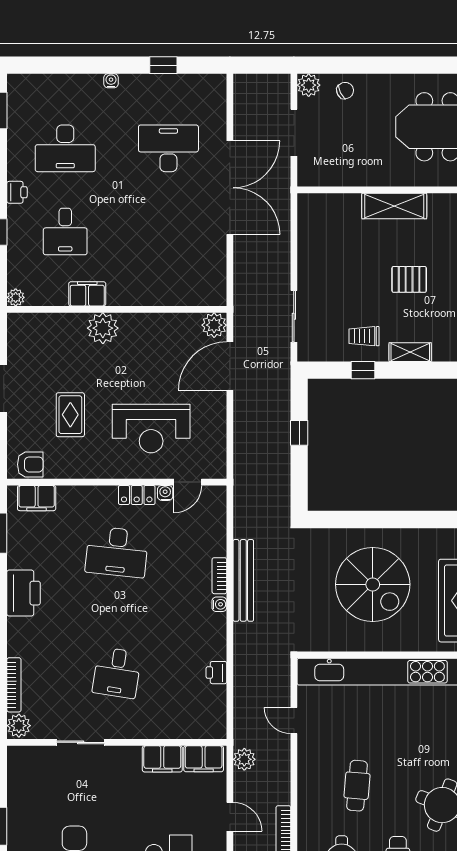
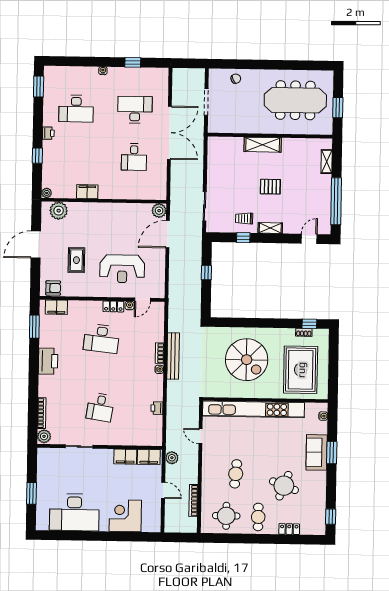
plant: (309, 85) -> (215, 75), removed
desk: (65, 231) -> (134, 157), moved
plant: (103, 328) -> (59, 211), moved

